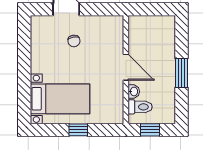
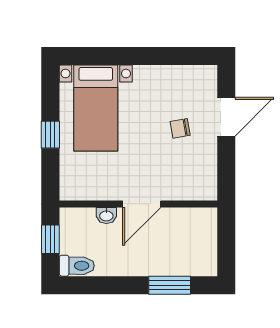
window: (182, 73) -> (170, 285), moved
toilet: (140, 107) -> (77, 266), moved, turned -90

